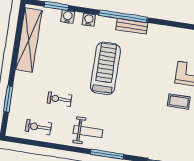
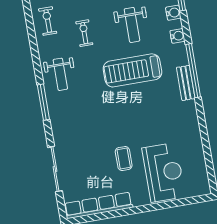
weight bench: (66, 56) -> (132, 25), added
treadmill: (105, 68) -> (132, 70), turned 180

